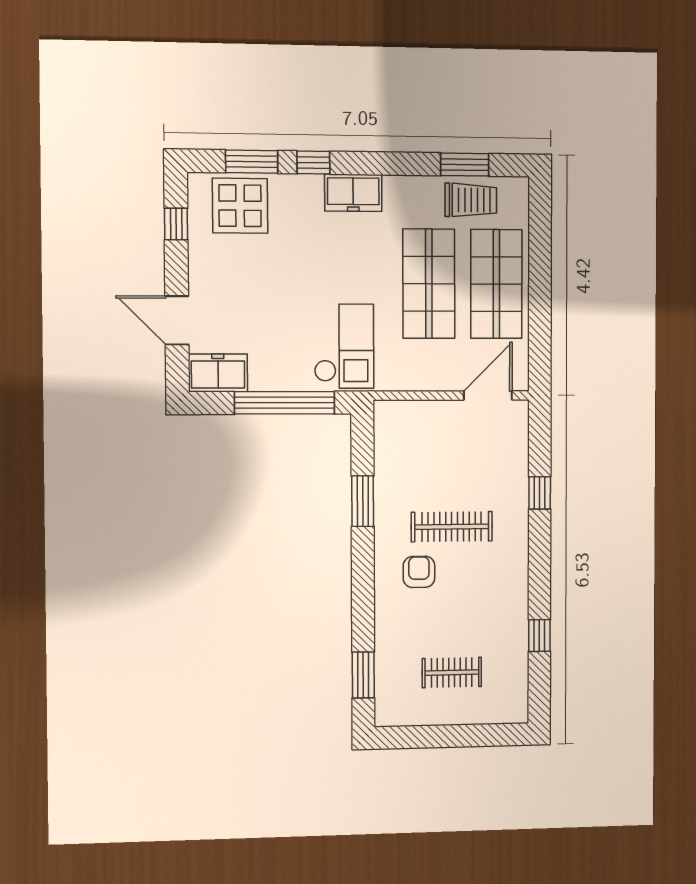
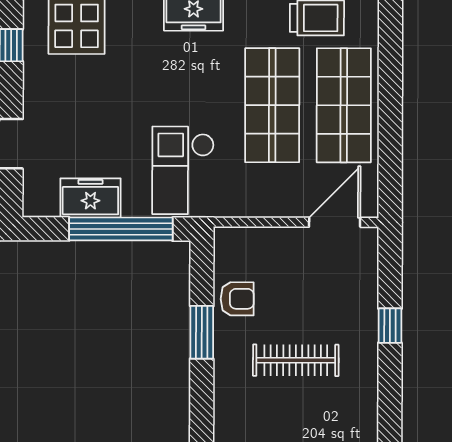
checkout: (344, 346) -> (183, 170), turned 180
freezer: (218, 373) -> (90, 198), moved
armchair: (419, 572) -> (237, 299), moved, turned 90

